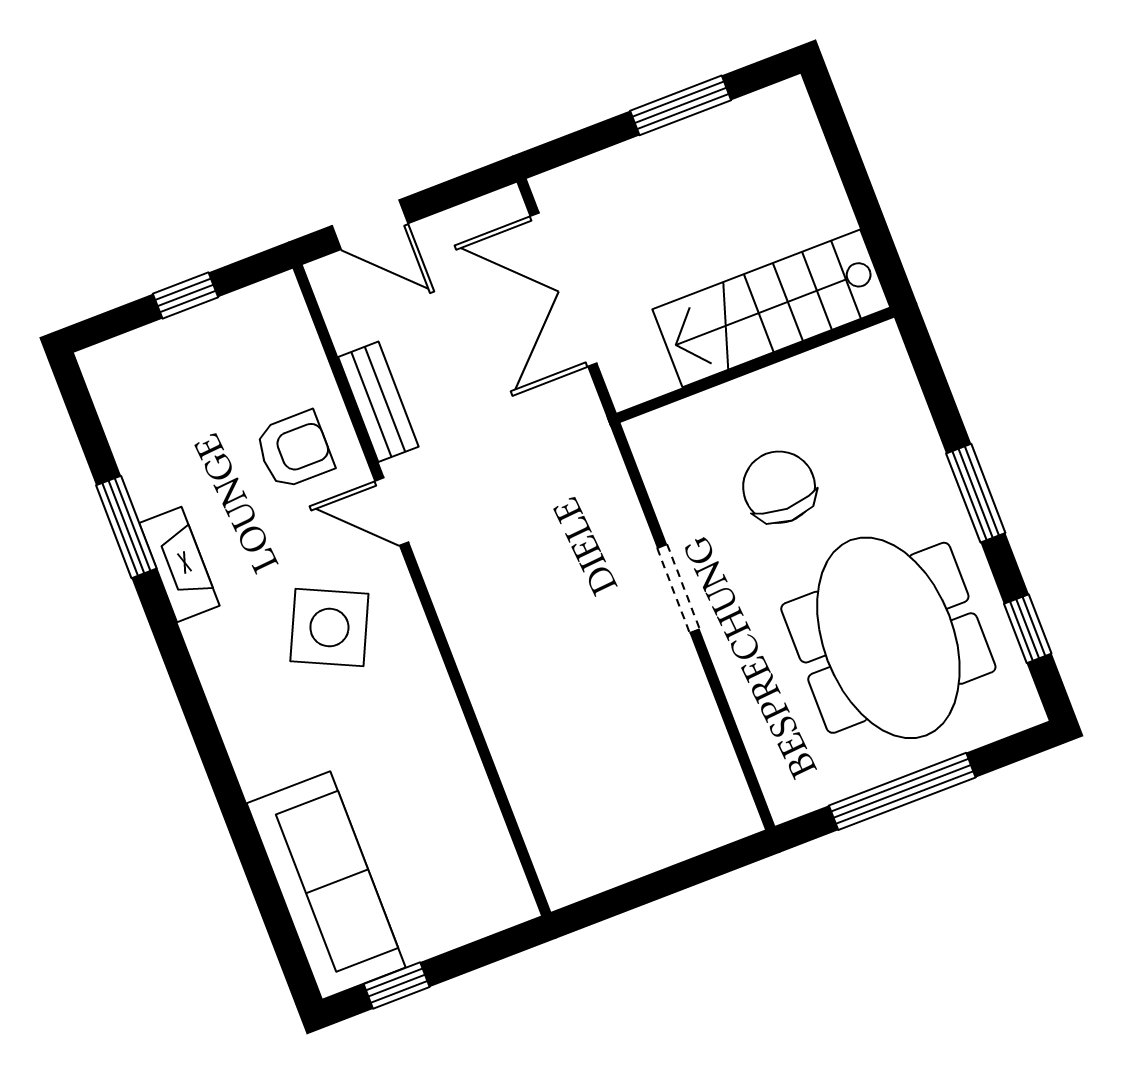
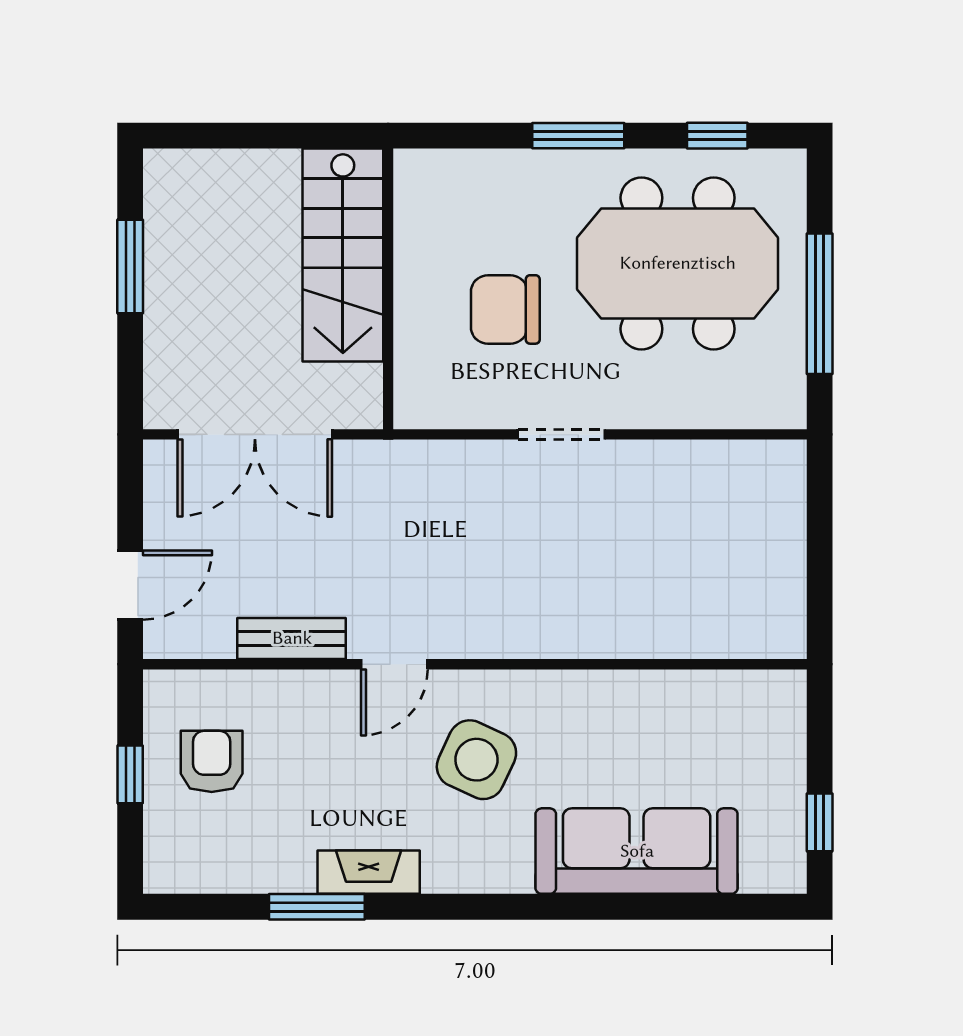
armchair: (294, 450) -> (212, 761), moved
sofa: (326, 885) -> (637, 851), moved

